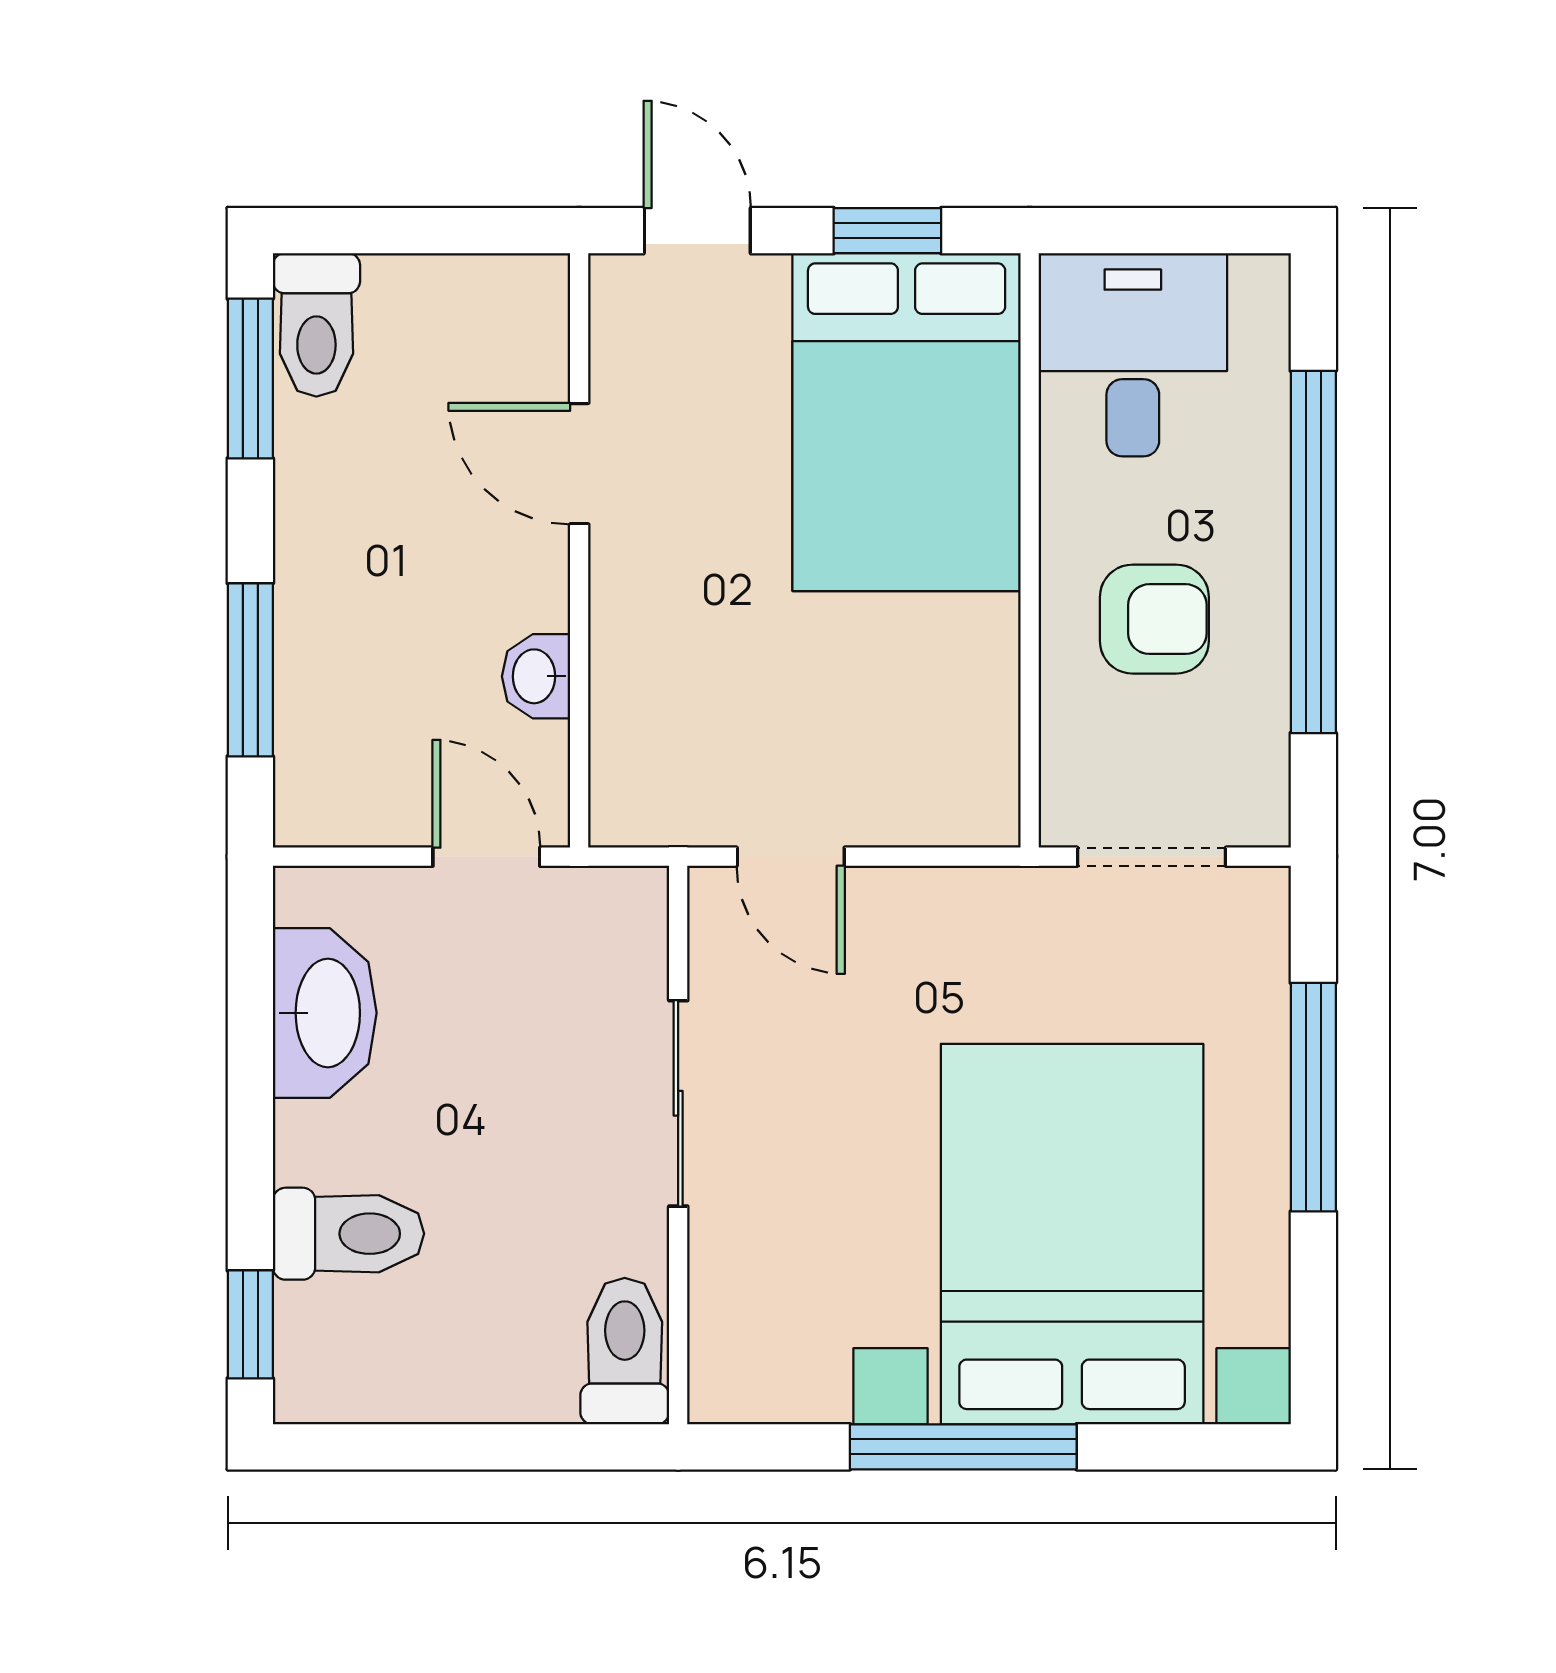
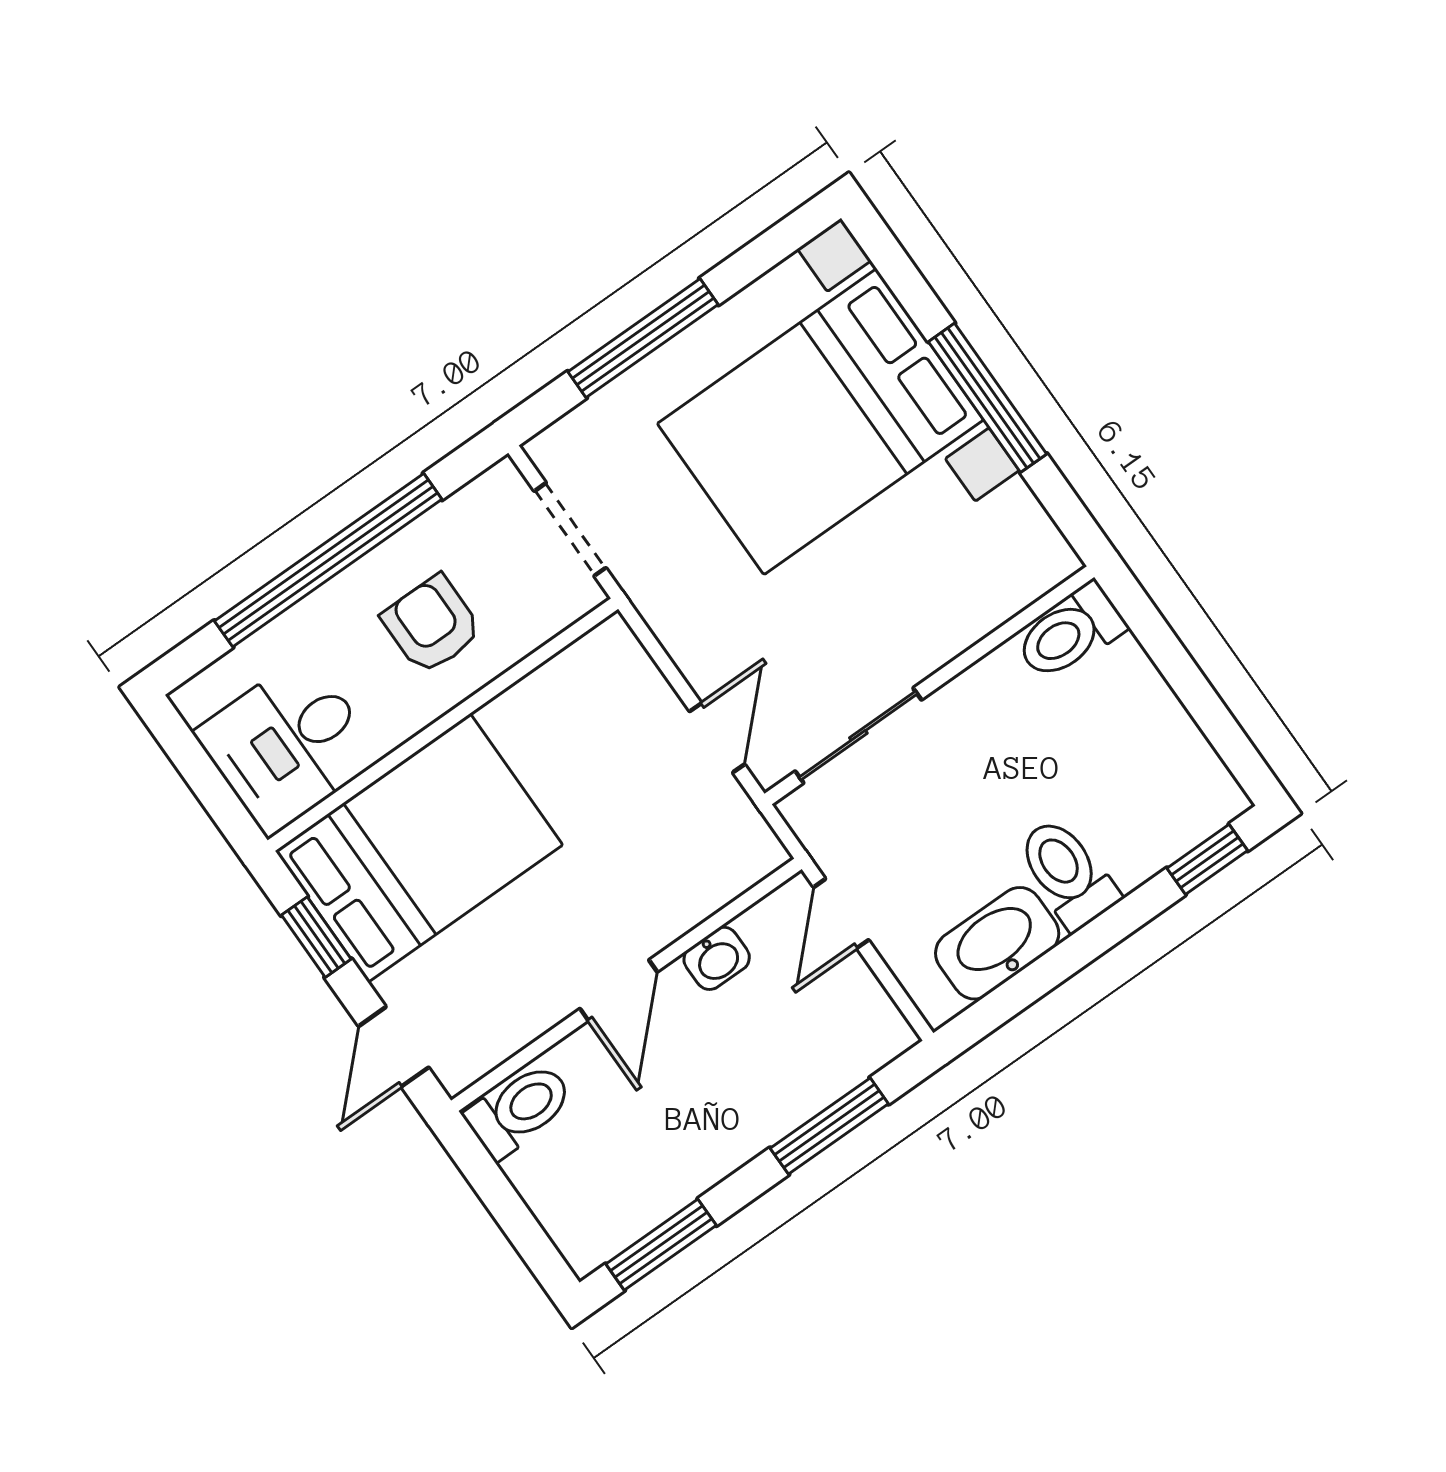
toilet: (316, 325) -> (519, 1110), moved
door: (579, 464) -> (619, 990), moved
sliding door: (678, 1103) -> (858, 735), moved
toilet: (349, 1234) -> (1067, 873), moved

